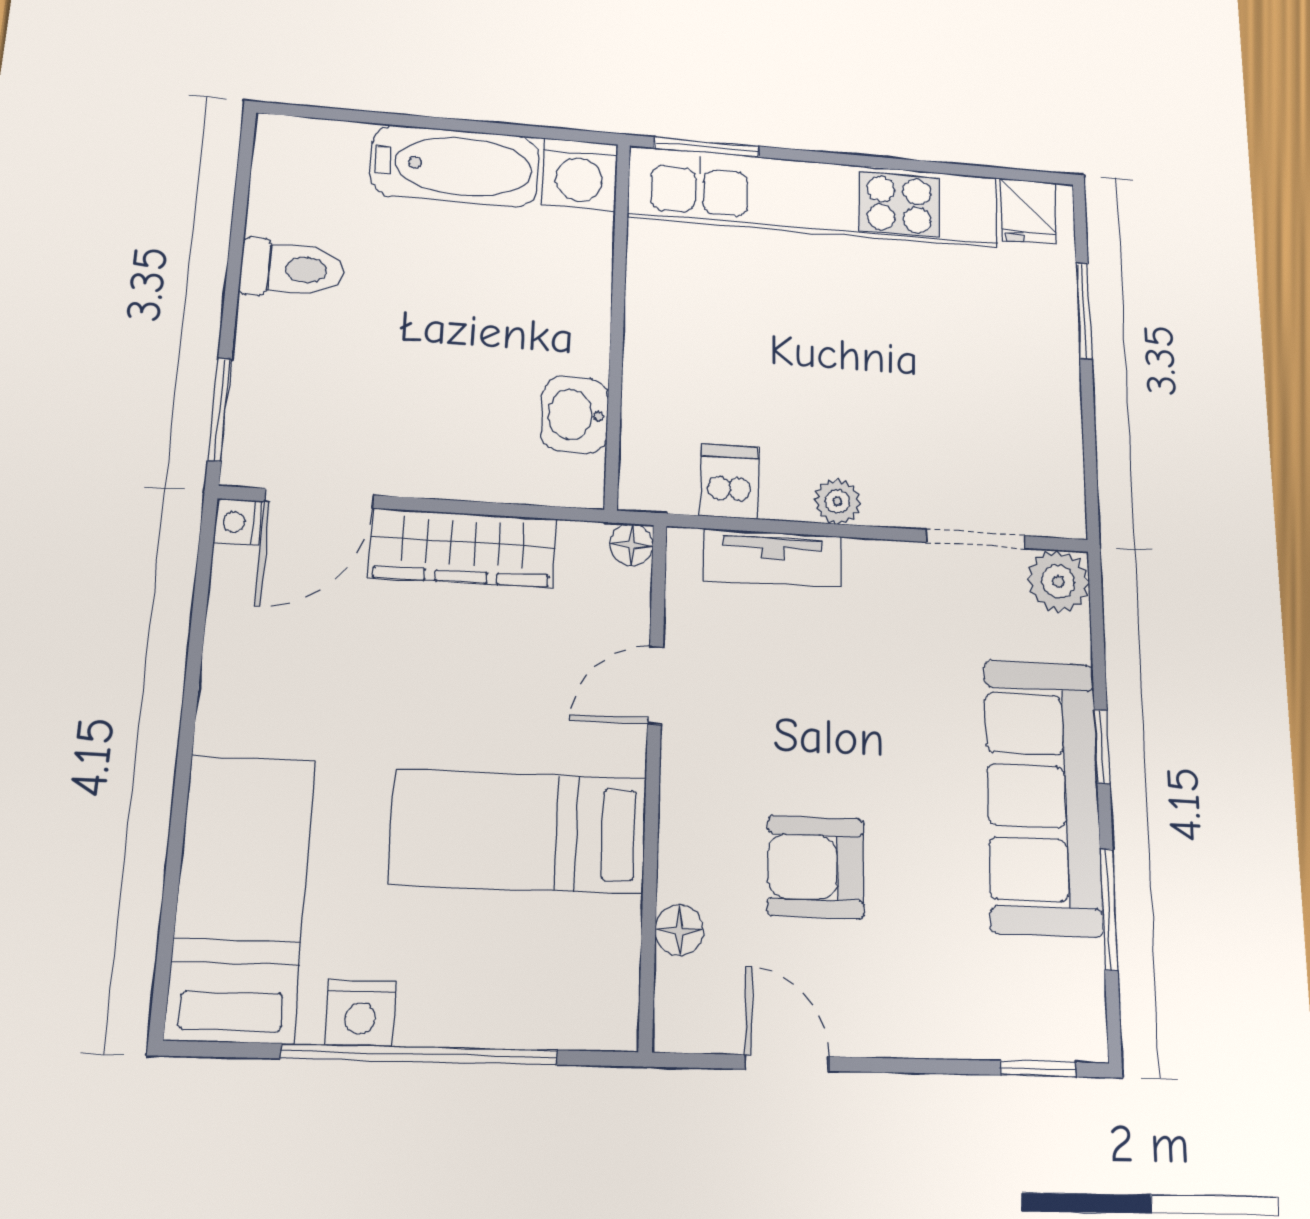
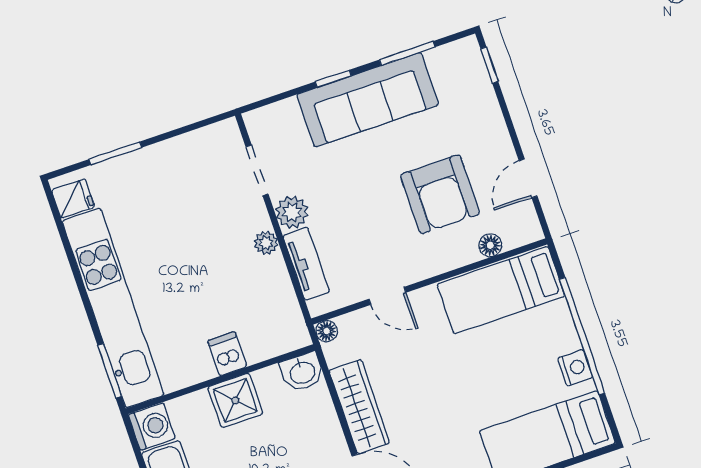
shower: (568, 332) -> (235, 400), added
washbasin: (575, 415) -> (302, 372), moved
dishwasher: (730, 481) -> (227, 354), moved, turned 90
plant: (1058, 581) -> (292, 212), moved
bed: (519, 831) -> (501, 290), moved, turned 90
armchair: (816, 867) -> (440, 194), width x1.36, depth x1.36

